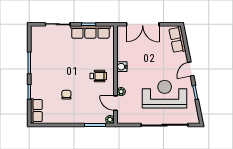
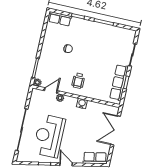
reception desk: (165, 94) -> (49, 136), turned 180

